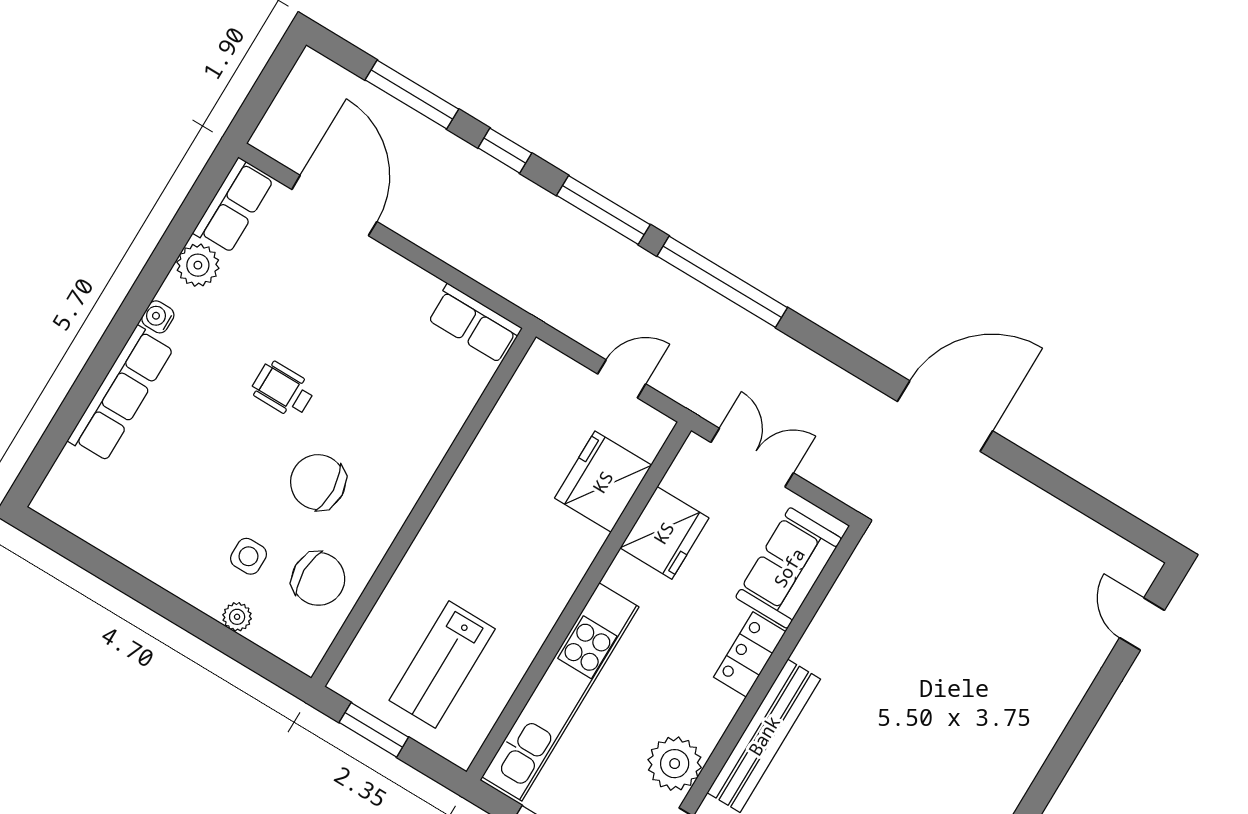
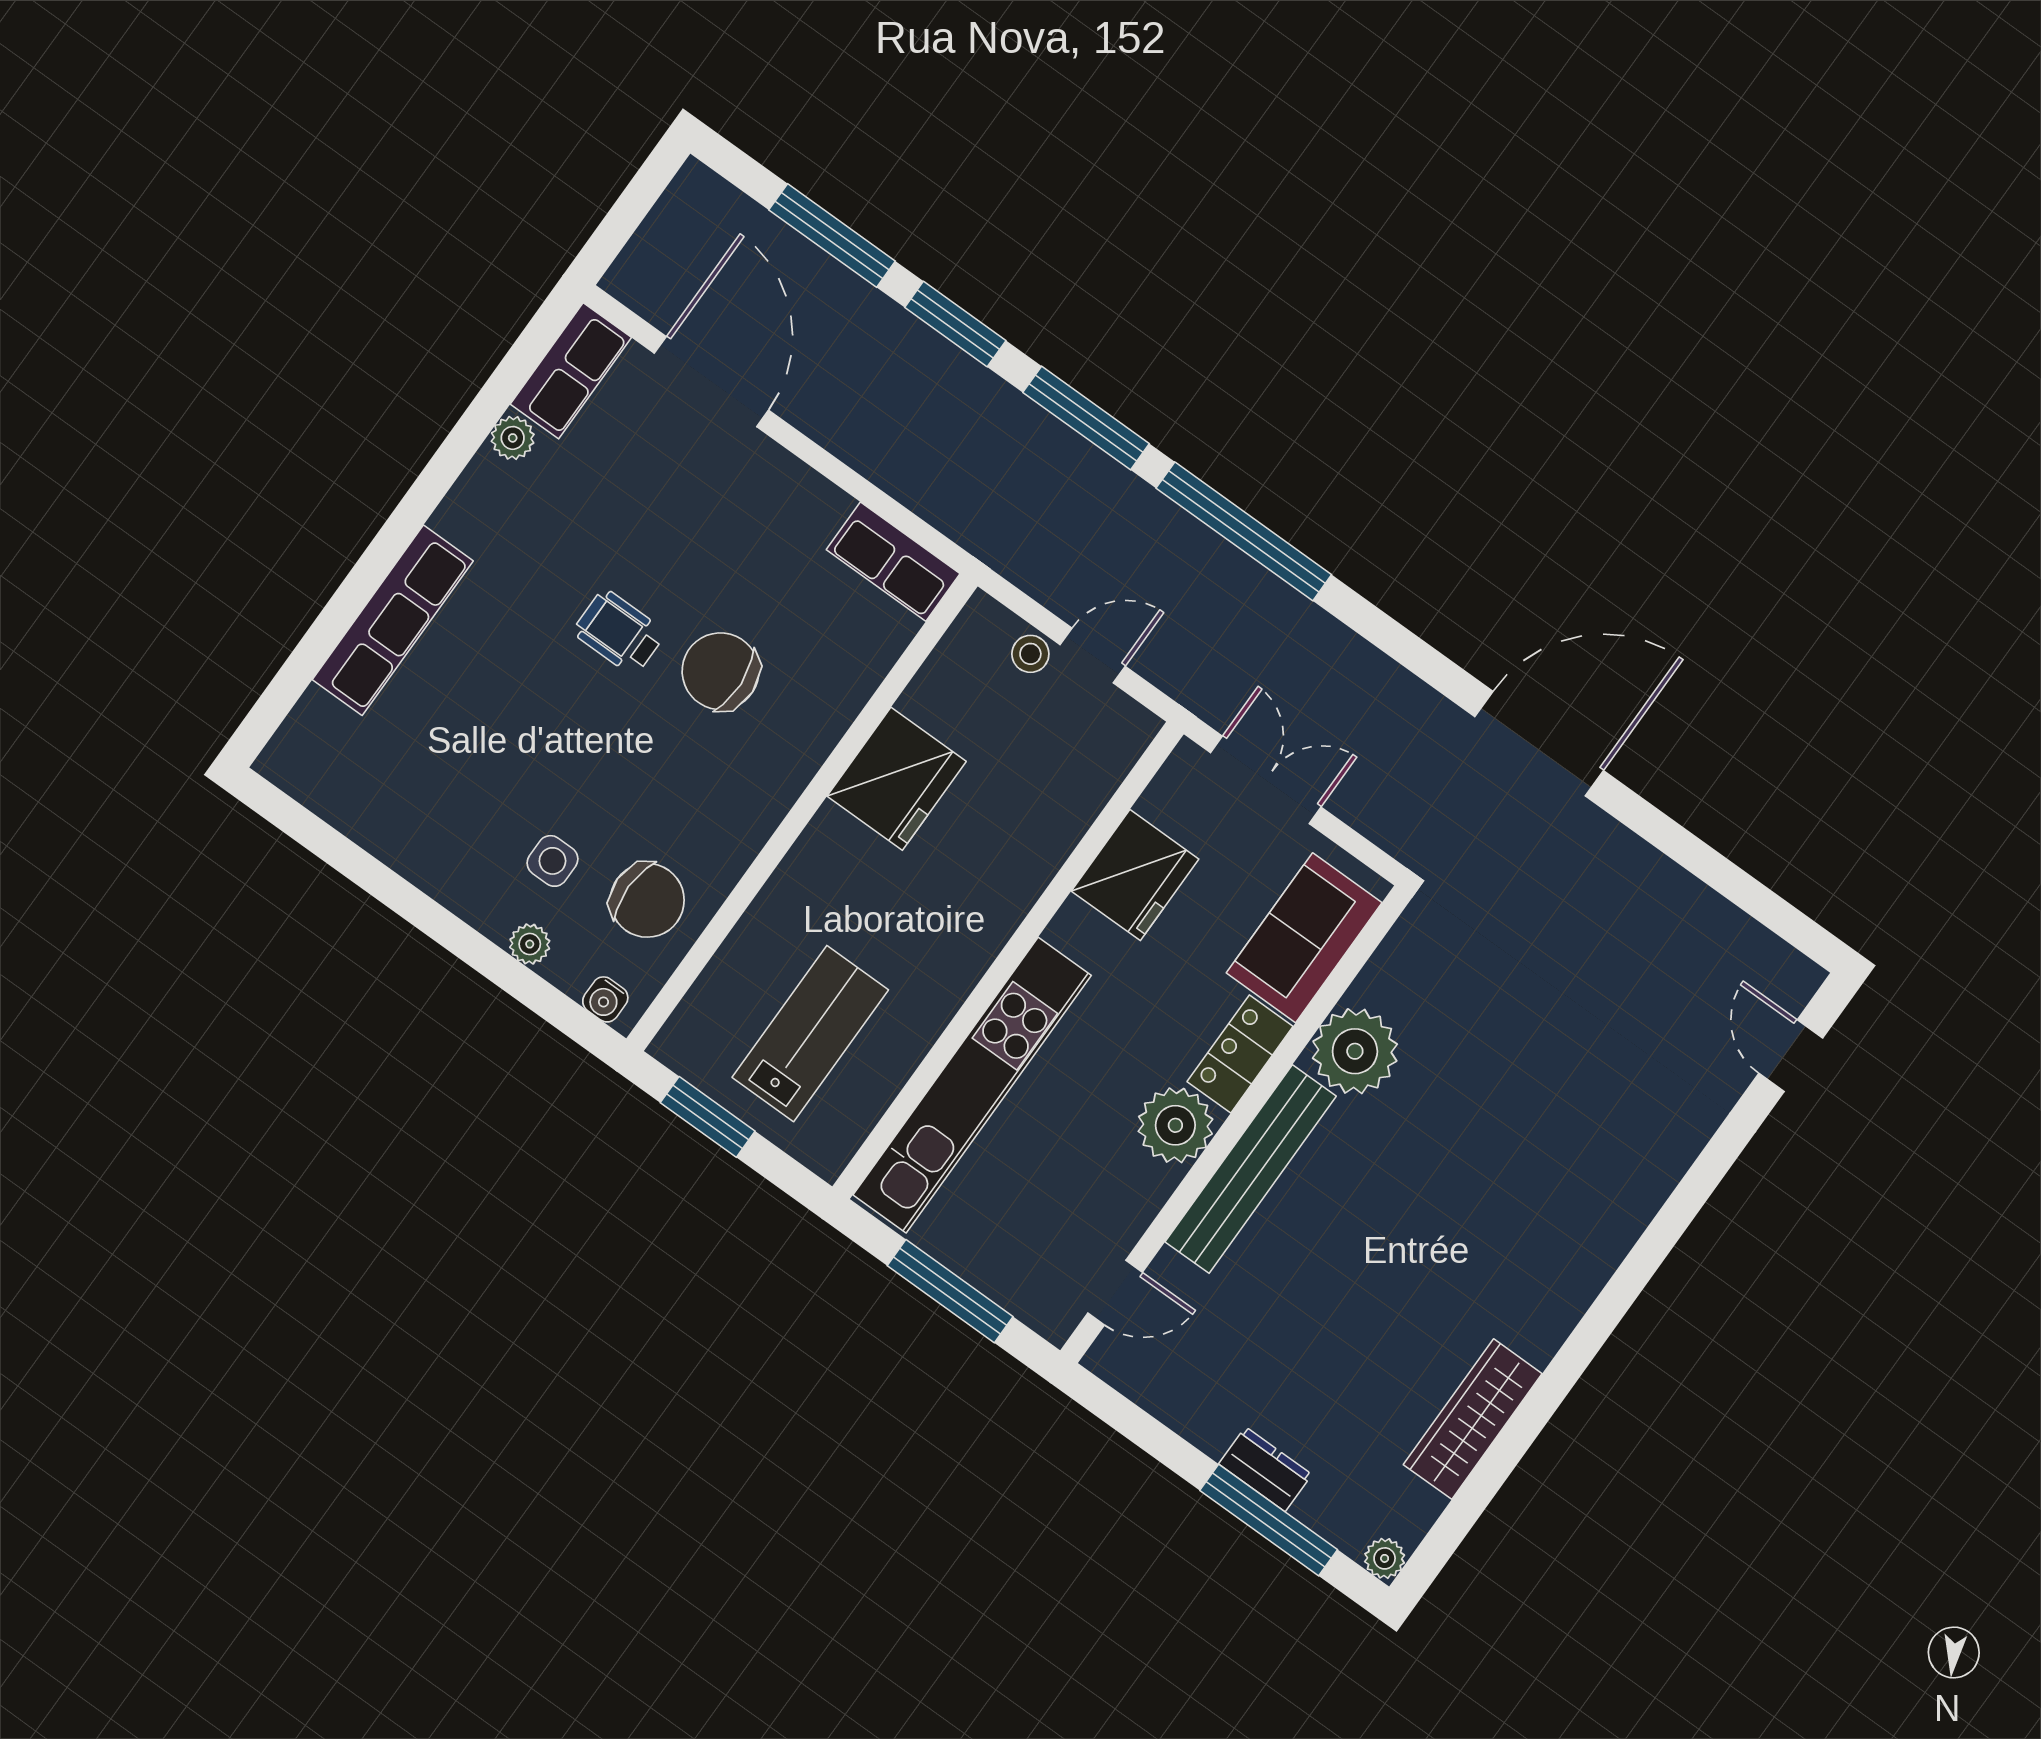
window: (505, 151) -> (955, 324), width x1.50
plant: (198, 265) -> (513, 438), width x0.73, depth x0.73
water cooler: (158, 317) -> (605, 999), moved, turned -90
stool: (577, 381) -> (1030, 654), added
chair: (318, 482) -> (720, 671), moved
fridge: (603, 482) -> (897, 779), moved, turned 180
plant: (831, 646) -> (1355, 1051), added
lab bench: (442, 665) -> (810, 1034), turned 180
plant: (675, 764) -> (1175, 1125), moved

